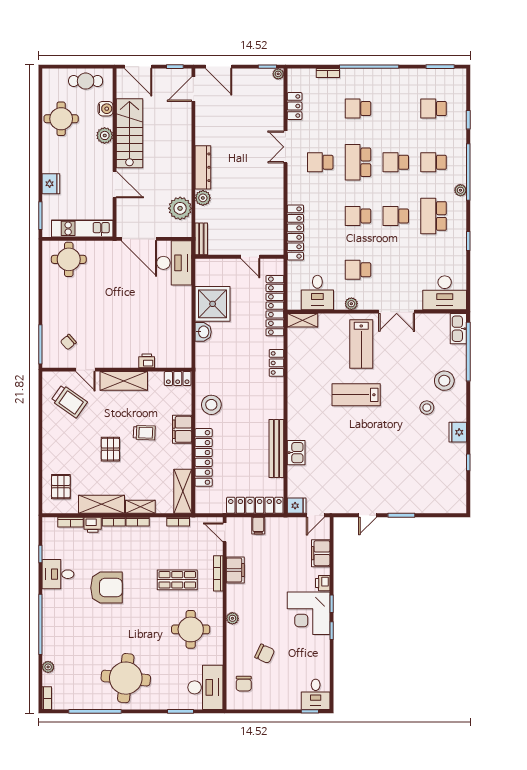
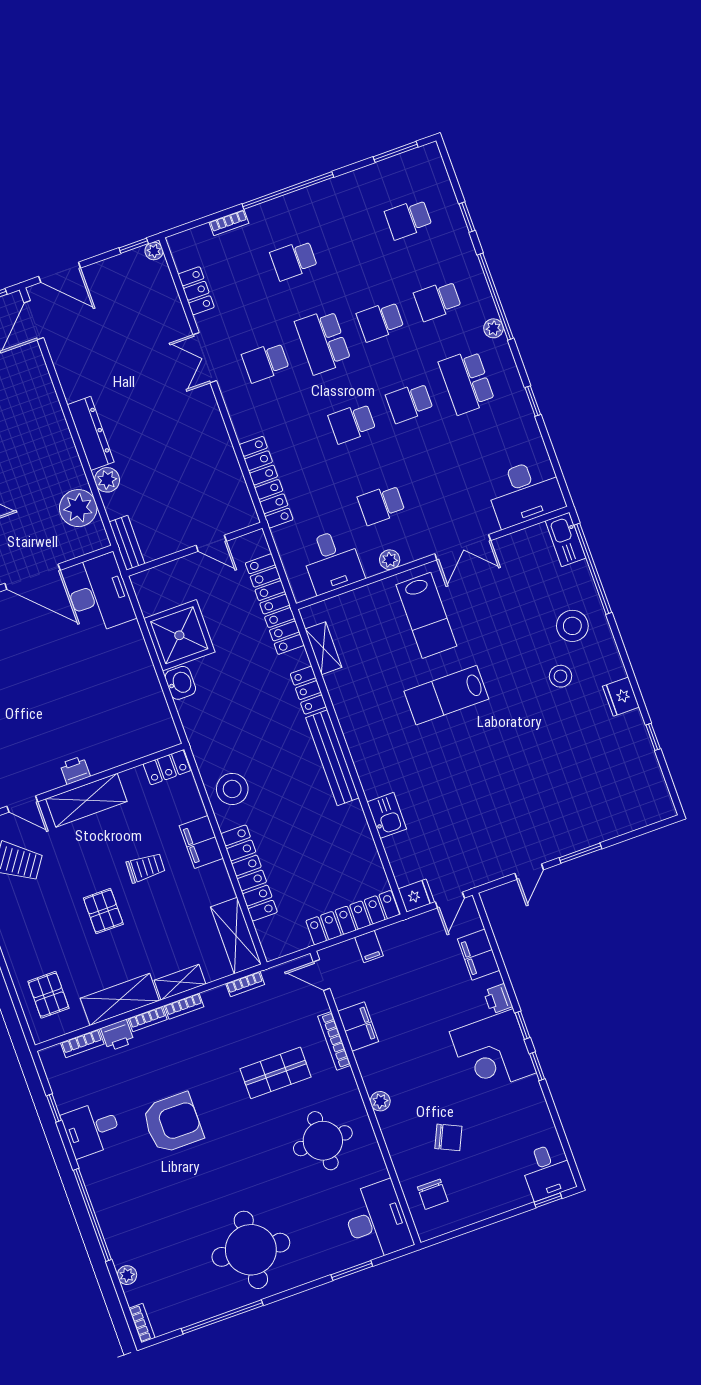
shelving: (302, 320) -> (323, 648), moved, turned 90
printer: (147, 361) -> (75, 770), moved
bench: (276, 449) -> (333, 758), moved

